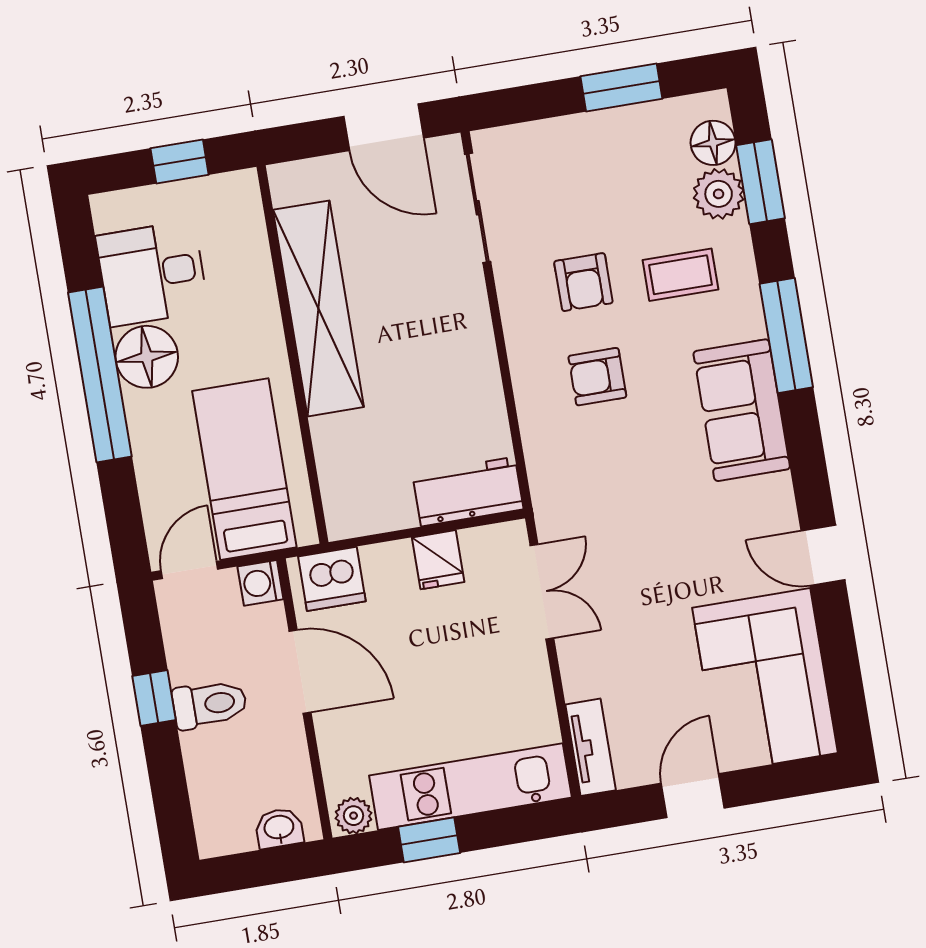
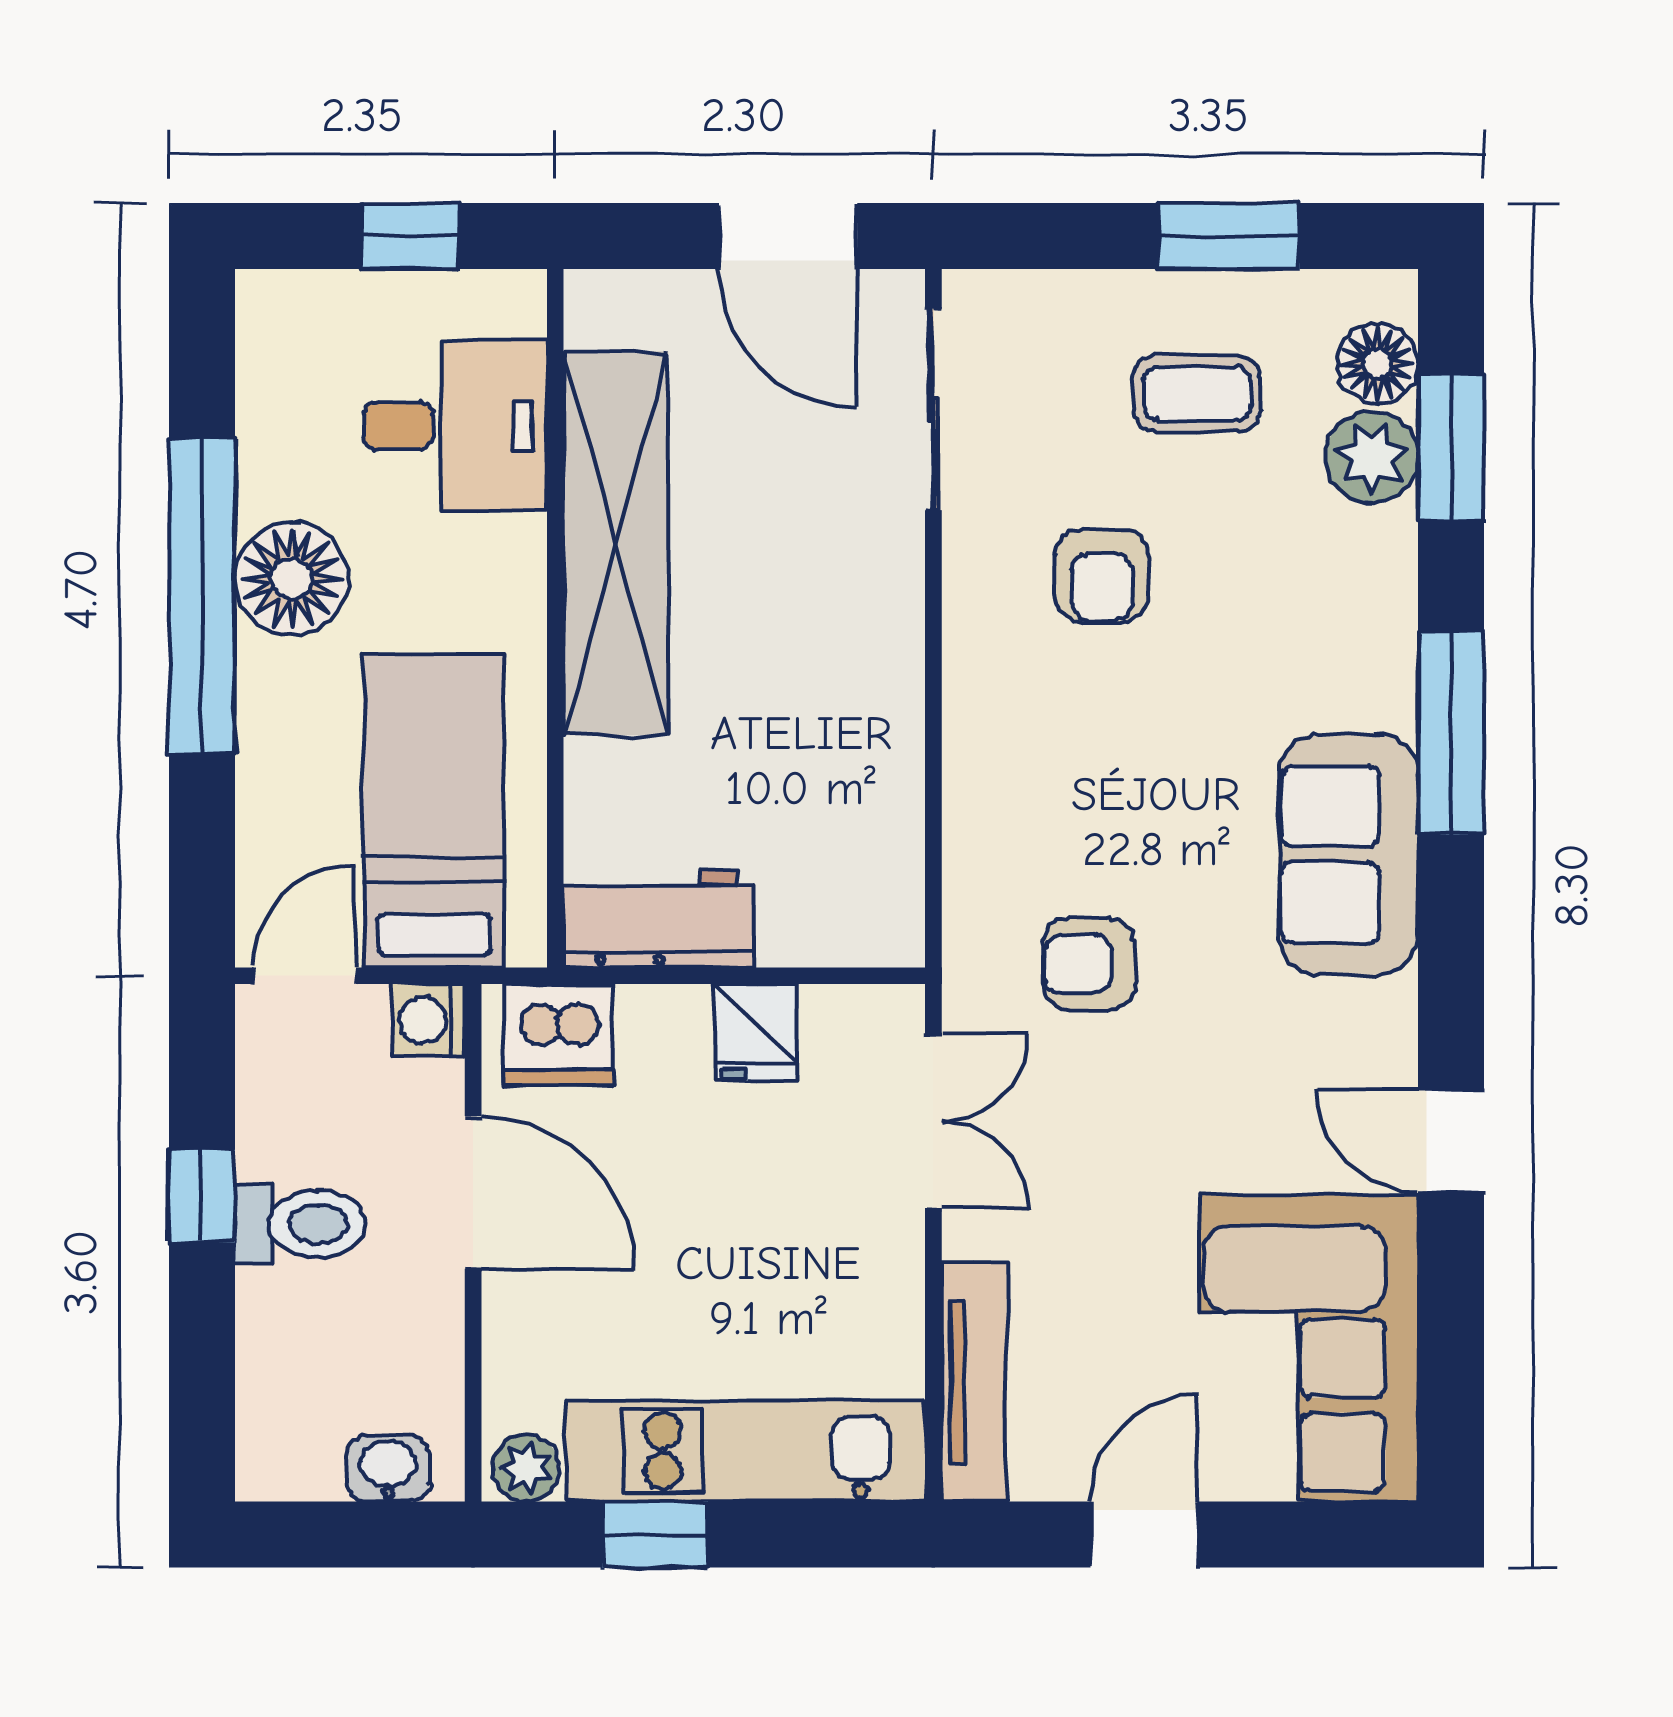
desk: (152, 273) -> (455, 425), moved, turned 180
coffee table: (680, 275) -> (1197, 394), moved
armchair: (597, 377) -> (1089, 964), moved
workbench: (468, 492) -> (658, 918), moved
tv unit: (591, 747) -> (974, 1382), width x1.41

